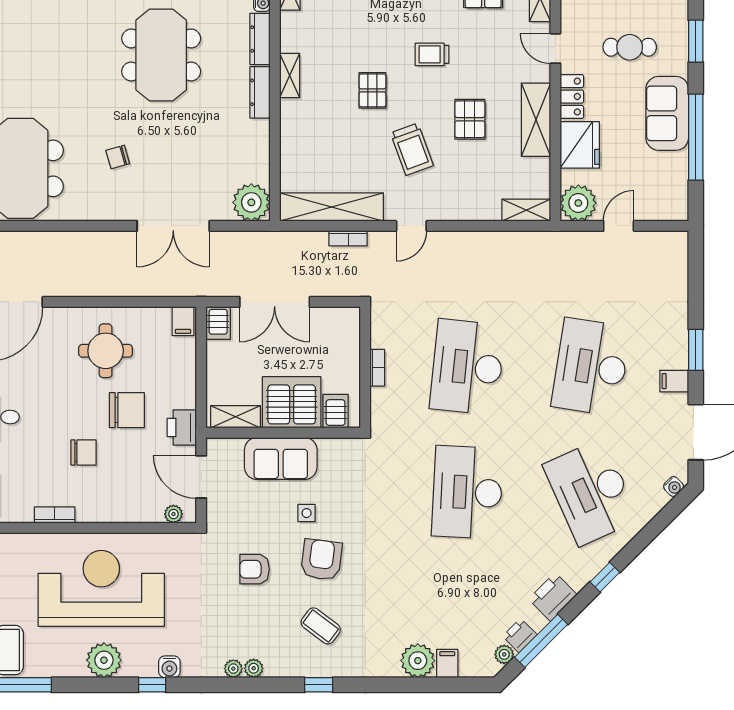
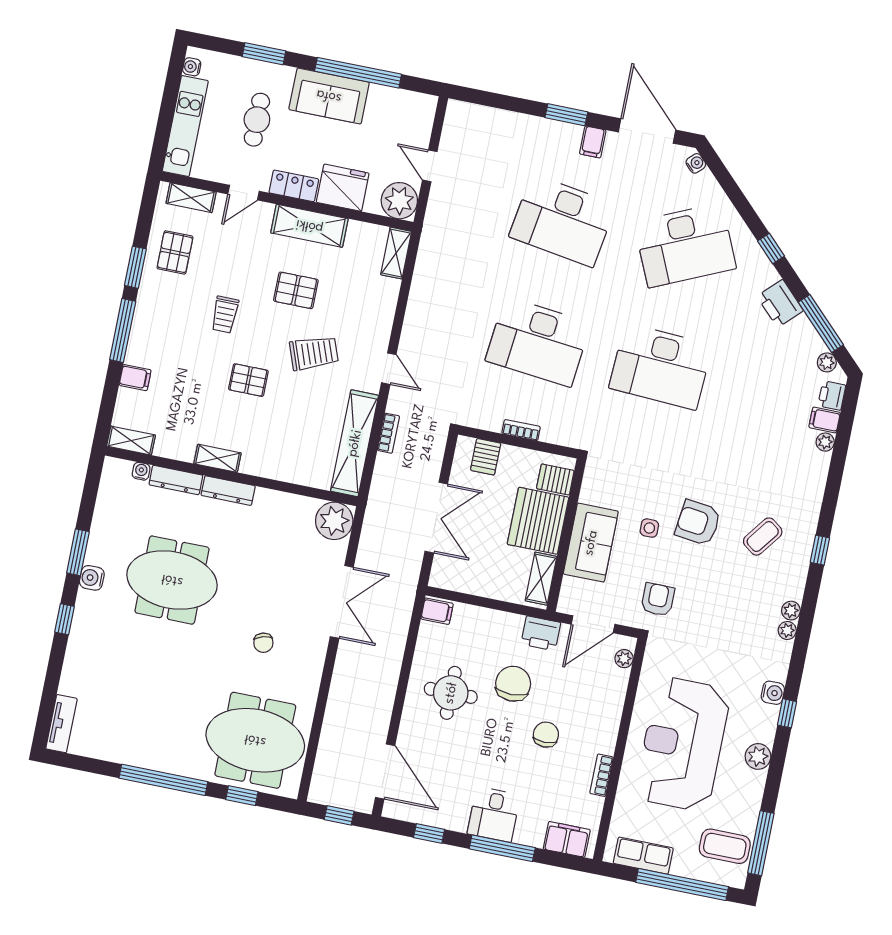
server rack: (218, 323) -> (486, 457), moved, turned 90
armchair: (255, 569) -> (658, 600), moved, turned 180
printer: (520, 636) -> (832, 395), moved, turned 45
plant: (104, 660) -> (758, 756), width x0.73, depth x0.73
plant: (418, 661) -> (825, 442), width x0.53, depth x0.53

